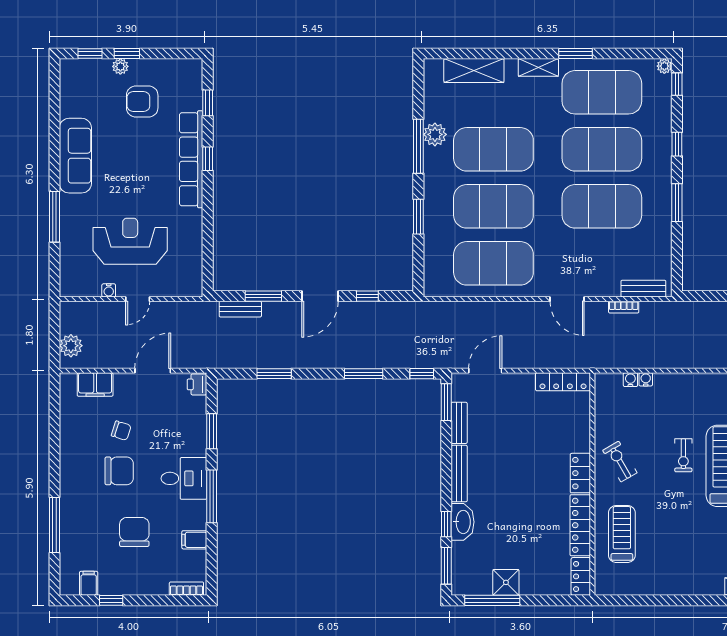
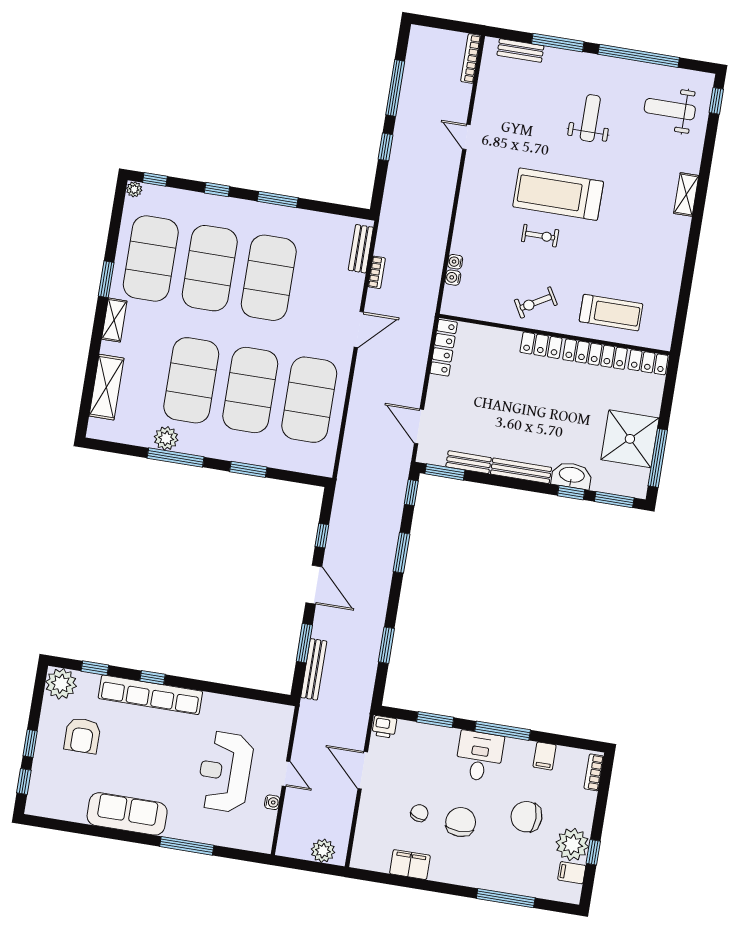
plant: (120, 66) -> (61, 684), moved, width x1.88, depth x1.88
bench: (240, 309) -> (314, 669), width x1.36
filing cabinet: (95, 385) -> (410, 865), moved, turned -90
treadmill: (622, 534) -> (611, 313), turned 180
plant: (115, 580) -> (572, 845), added
shower: (506, 582) -> (630, 439), width x1.86, depth x1.86

